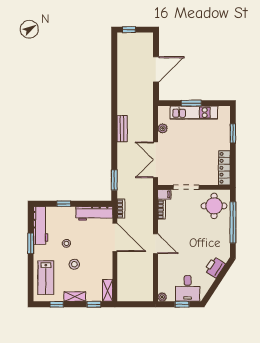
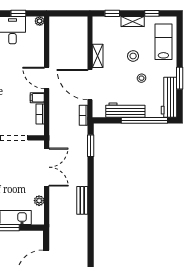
filing cabinet: (164, 194) -> (37, 98), moved
window: (64, 204) -> (144, 120), width x3.17
workbench: (94, 213) -> (125, 110), moved
shelving: (108, 290) -> (98, 56), moved

